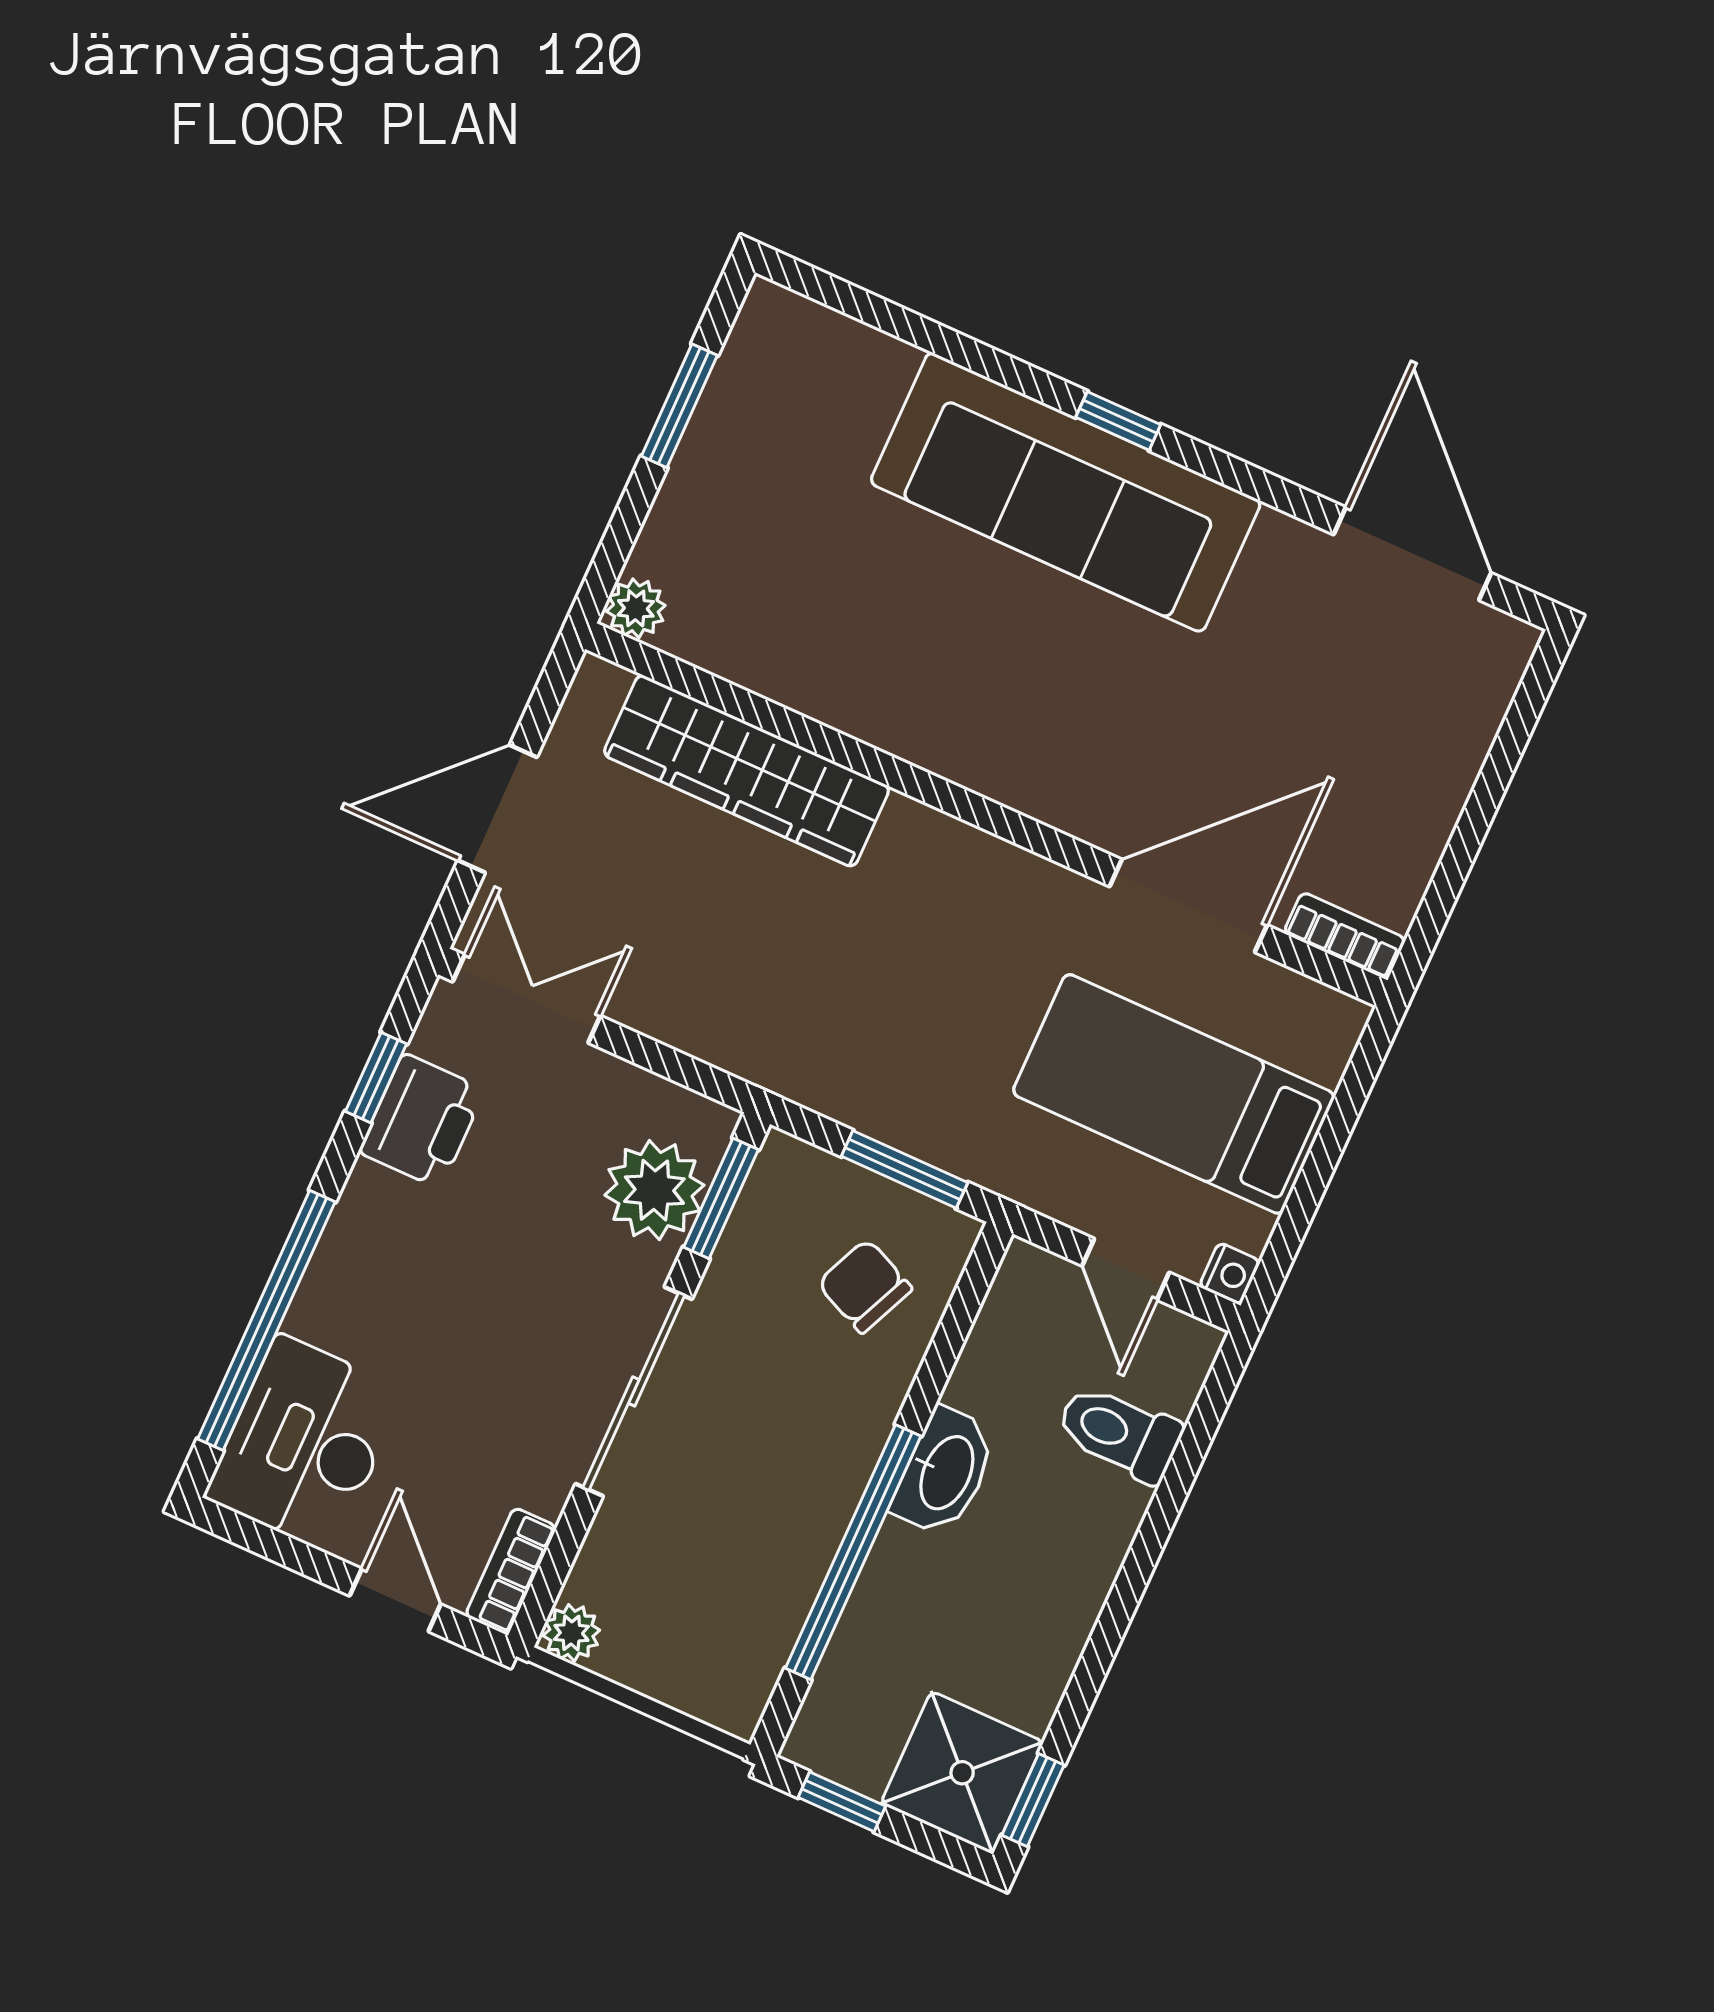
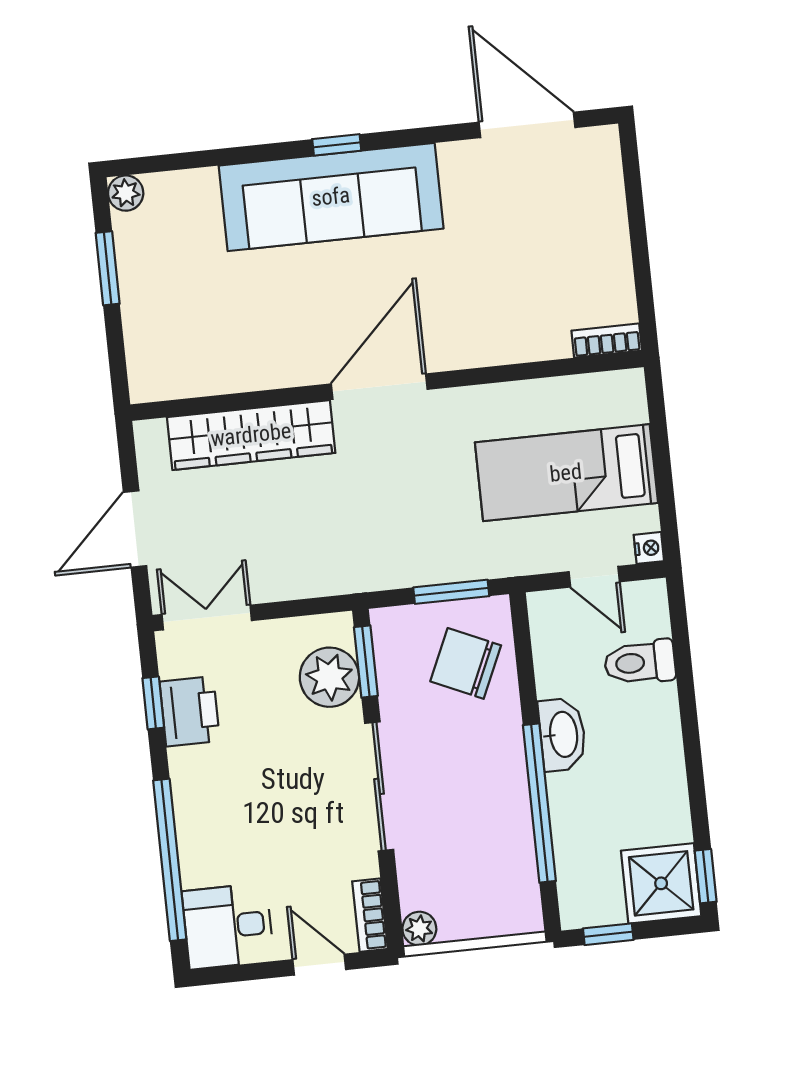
plant: (636, 608) -> (126, 193), moved
door: (1188, 906) -> (379, 387), moved
chair: (865, 1286) -> (466, 663), width x1.37, depth x1.37
desk: (305, 1444) -> (228, 926), width x0.73

